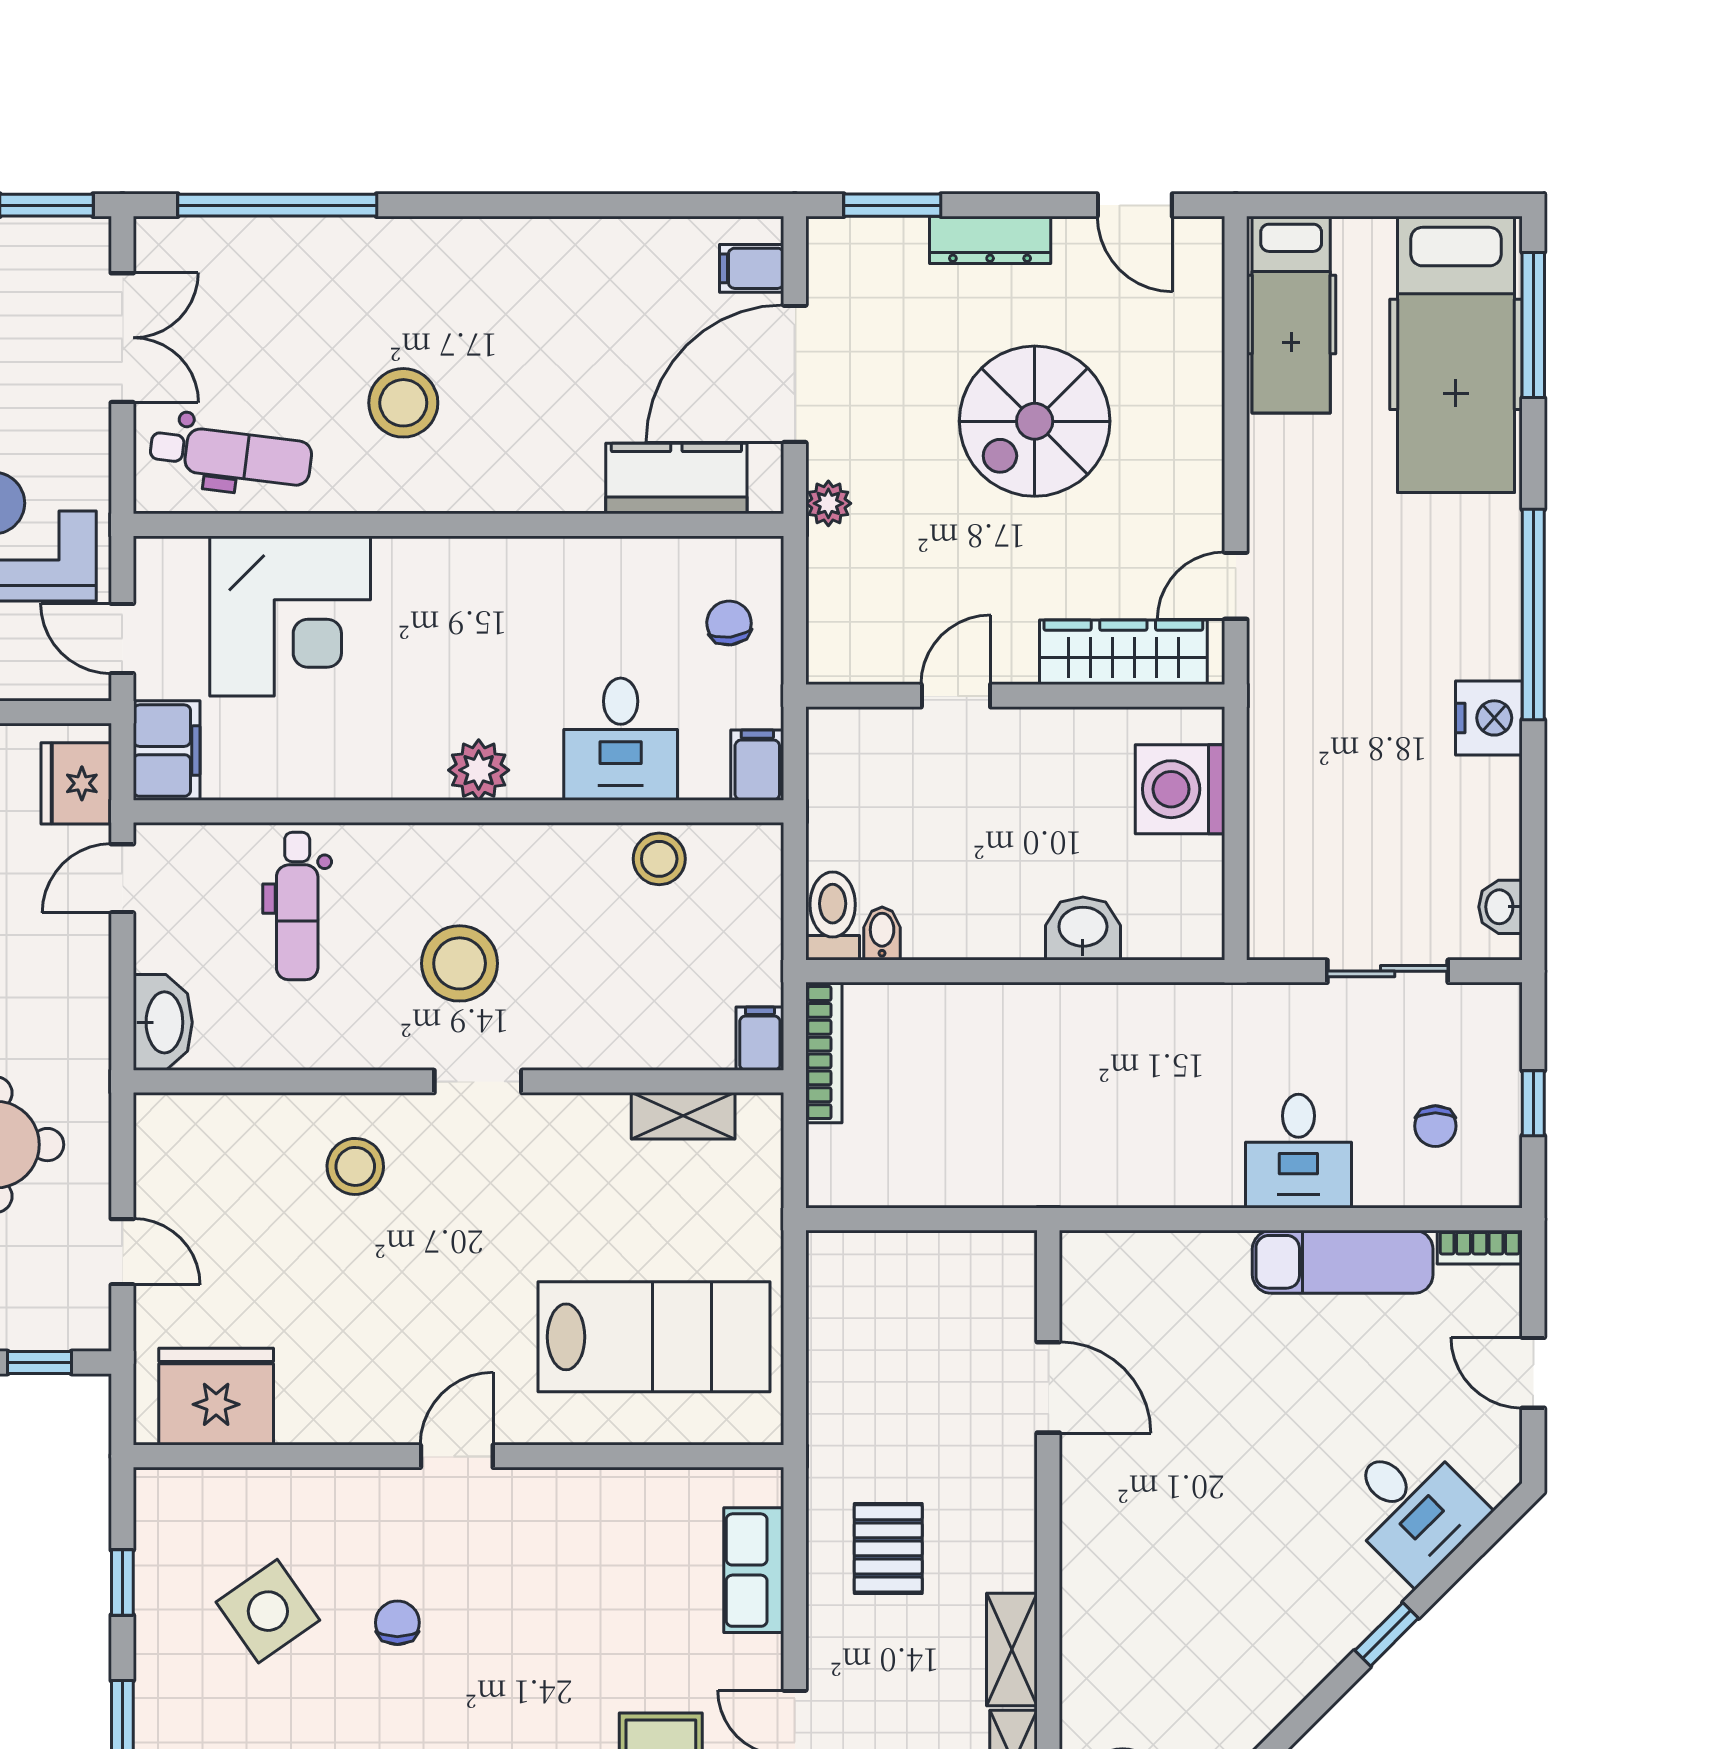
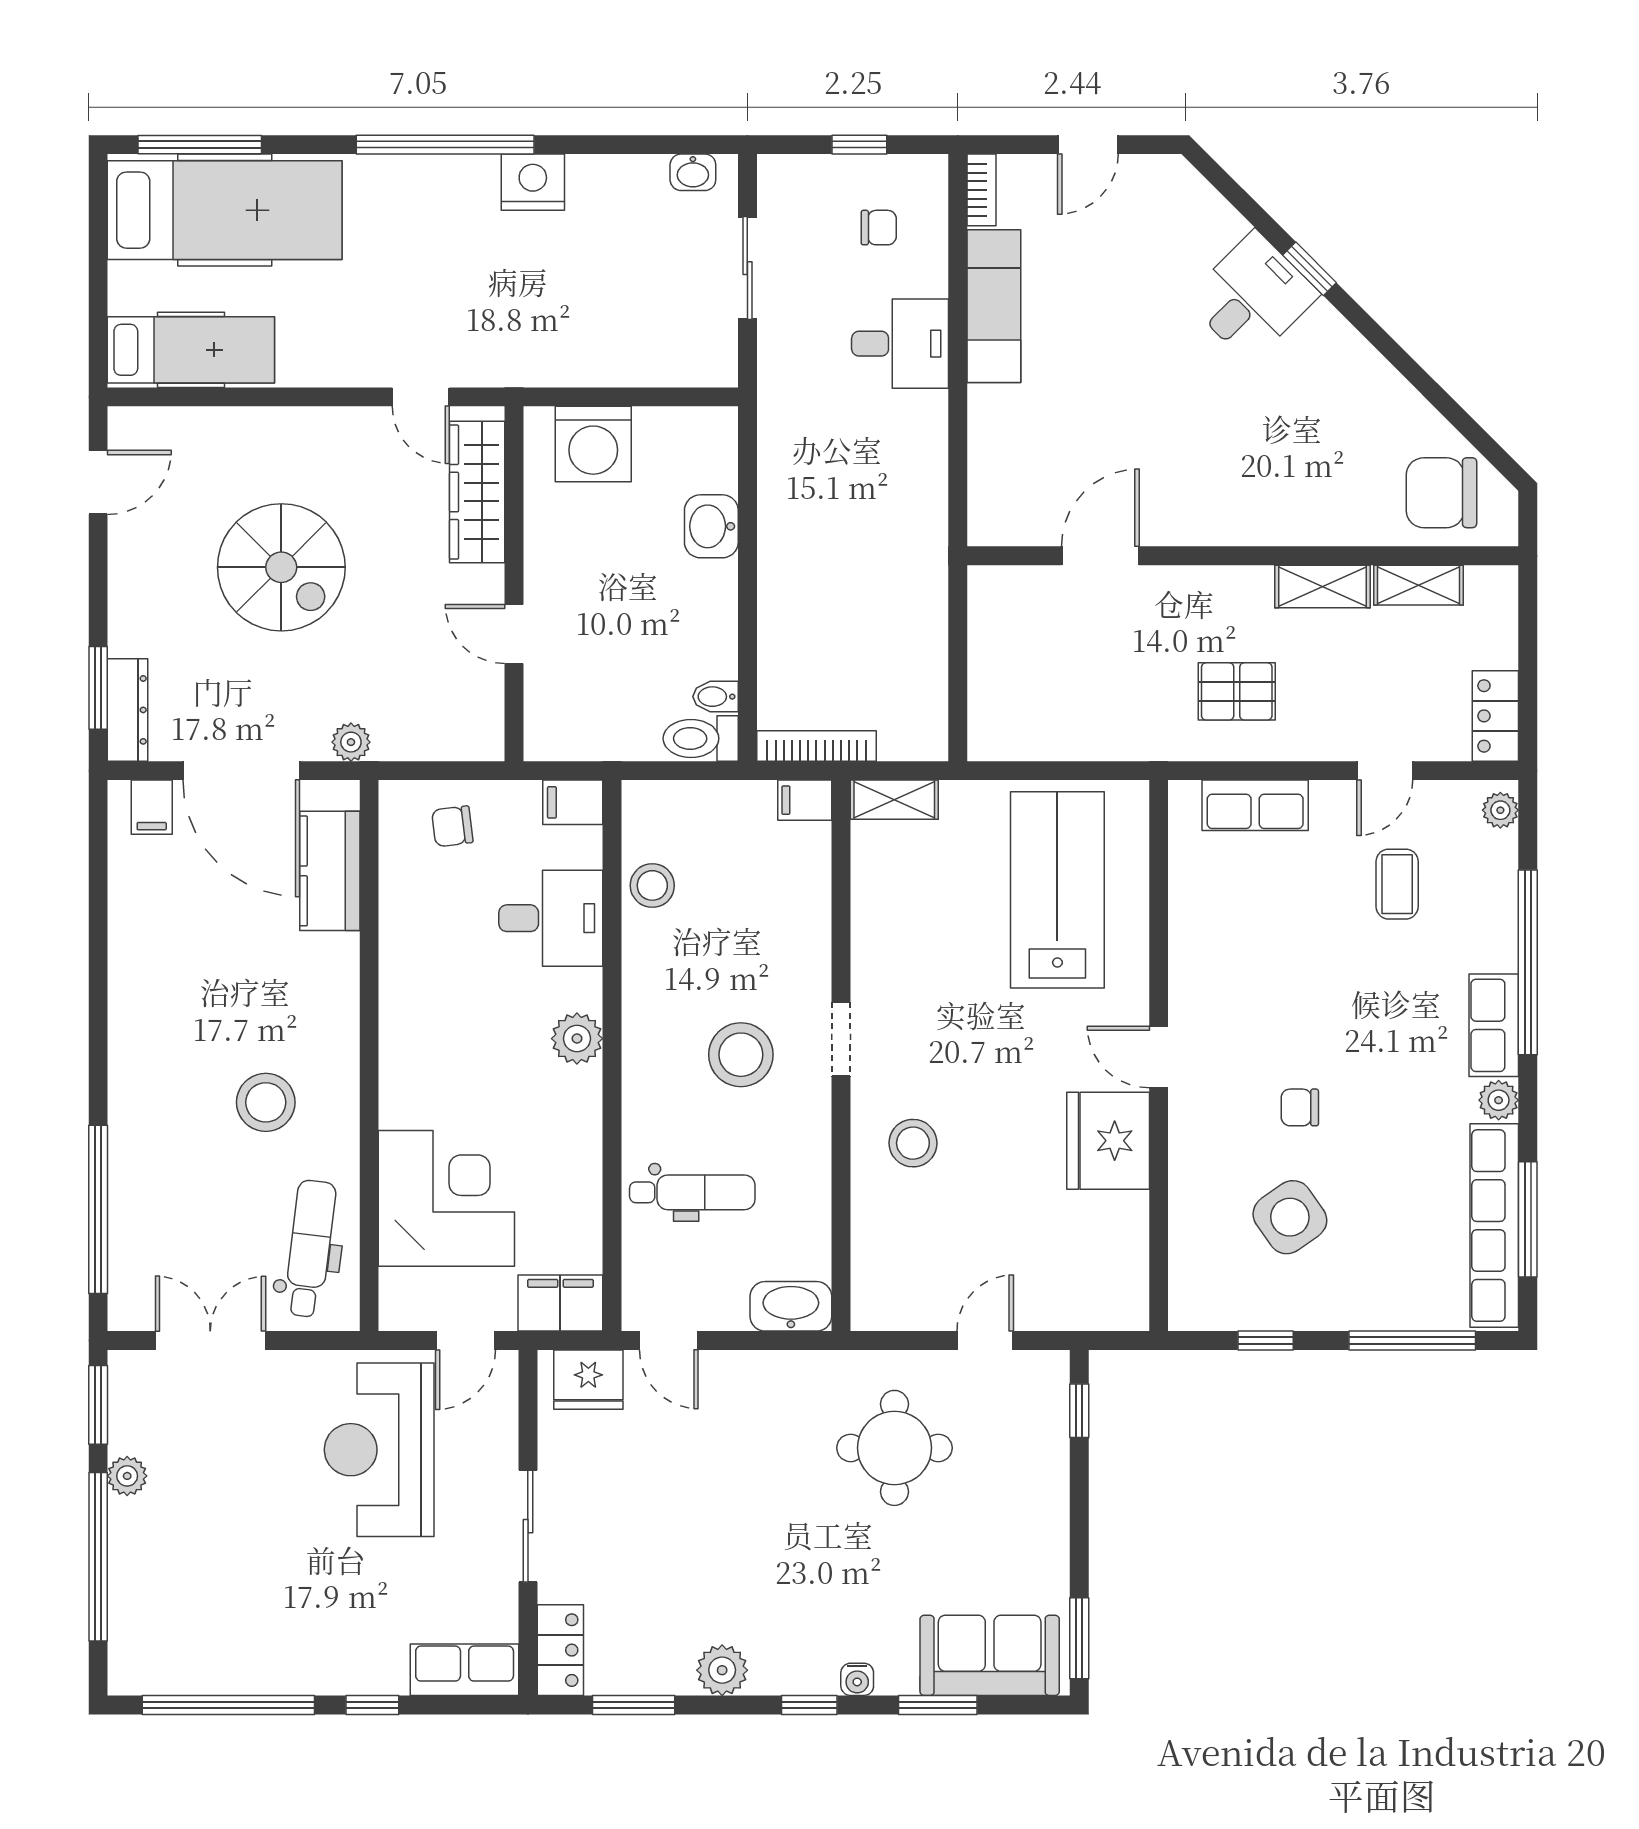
dresser: (990, 240) -> (128, 710), moved
shelving: (683, 1116) -> (894, 800), moved, turned 90
fridge: (216, 1397) -> (1108, 1141), moved
desk: (1412, 1508) -> (1252, 297), moved

